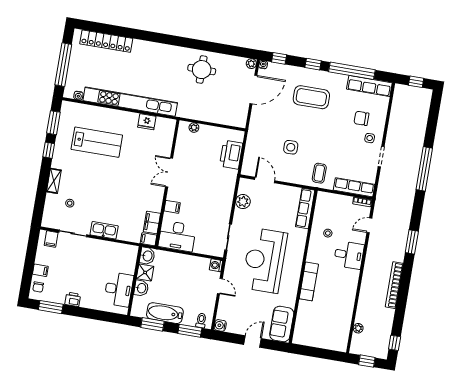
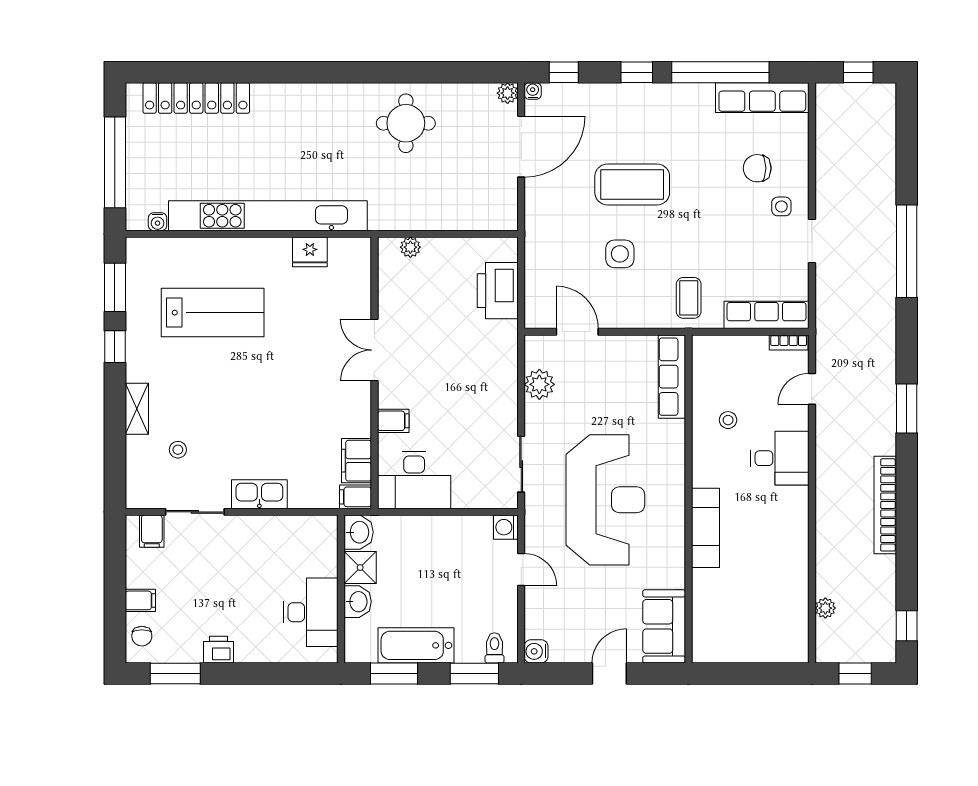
coffee table: (311, 97) -> (632, 184), moved
reception desk: (264, 260) -> (605, 500), turned 180

